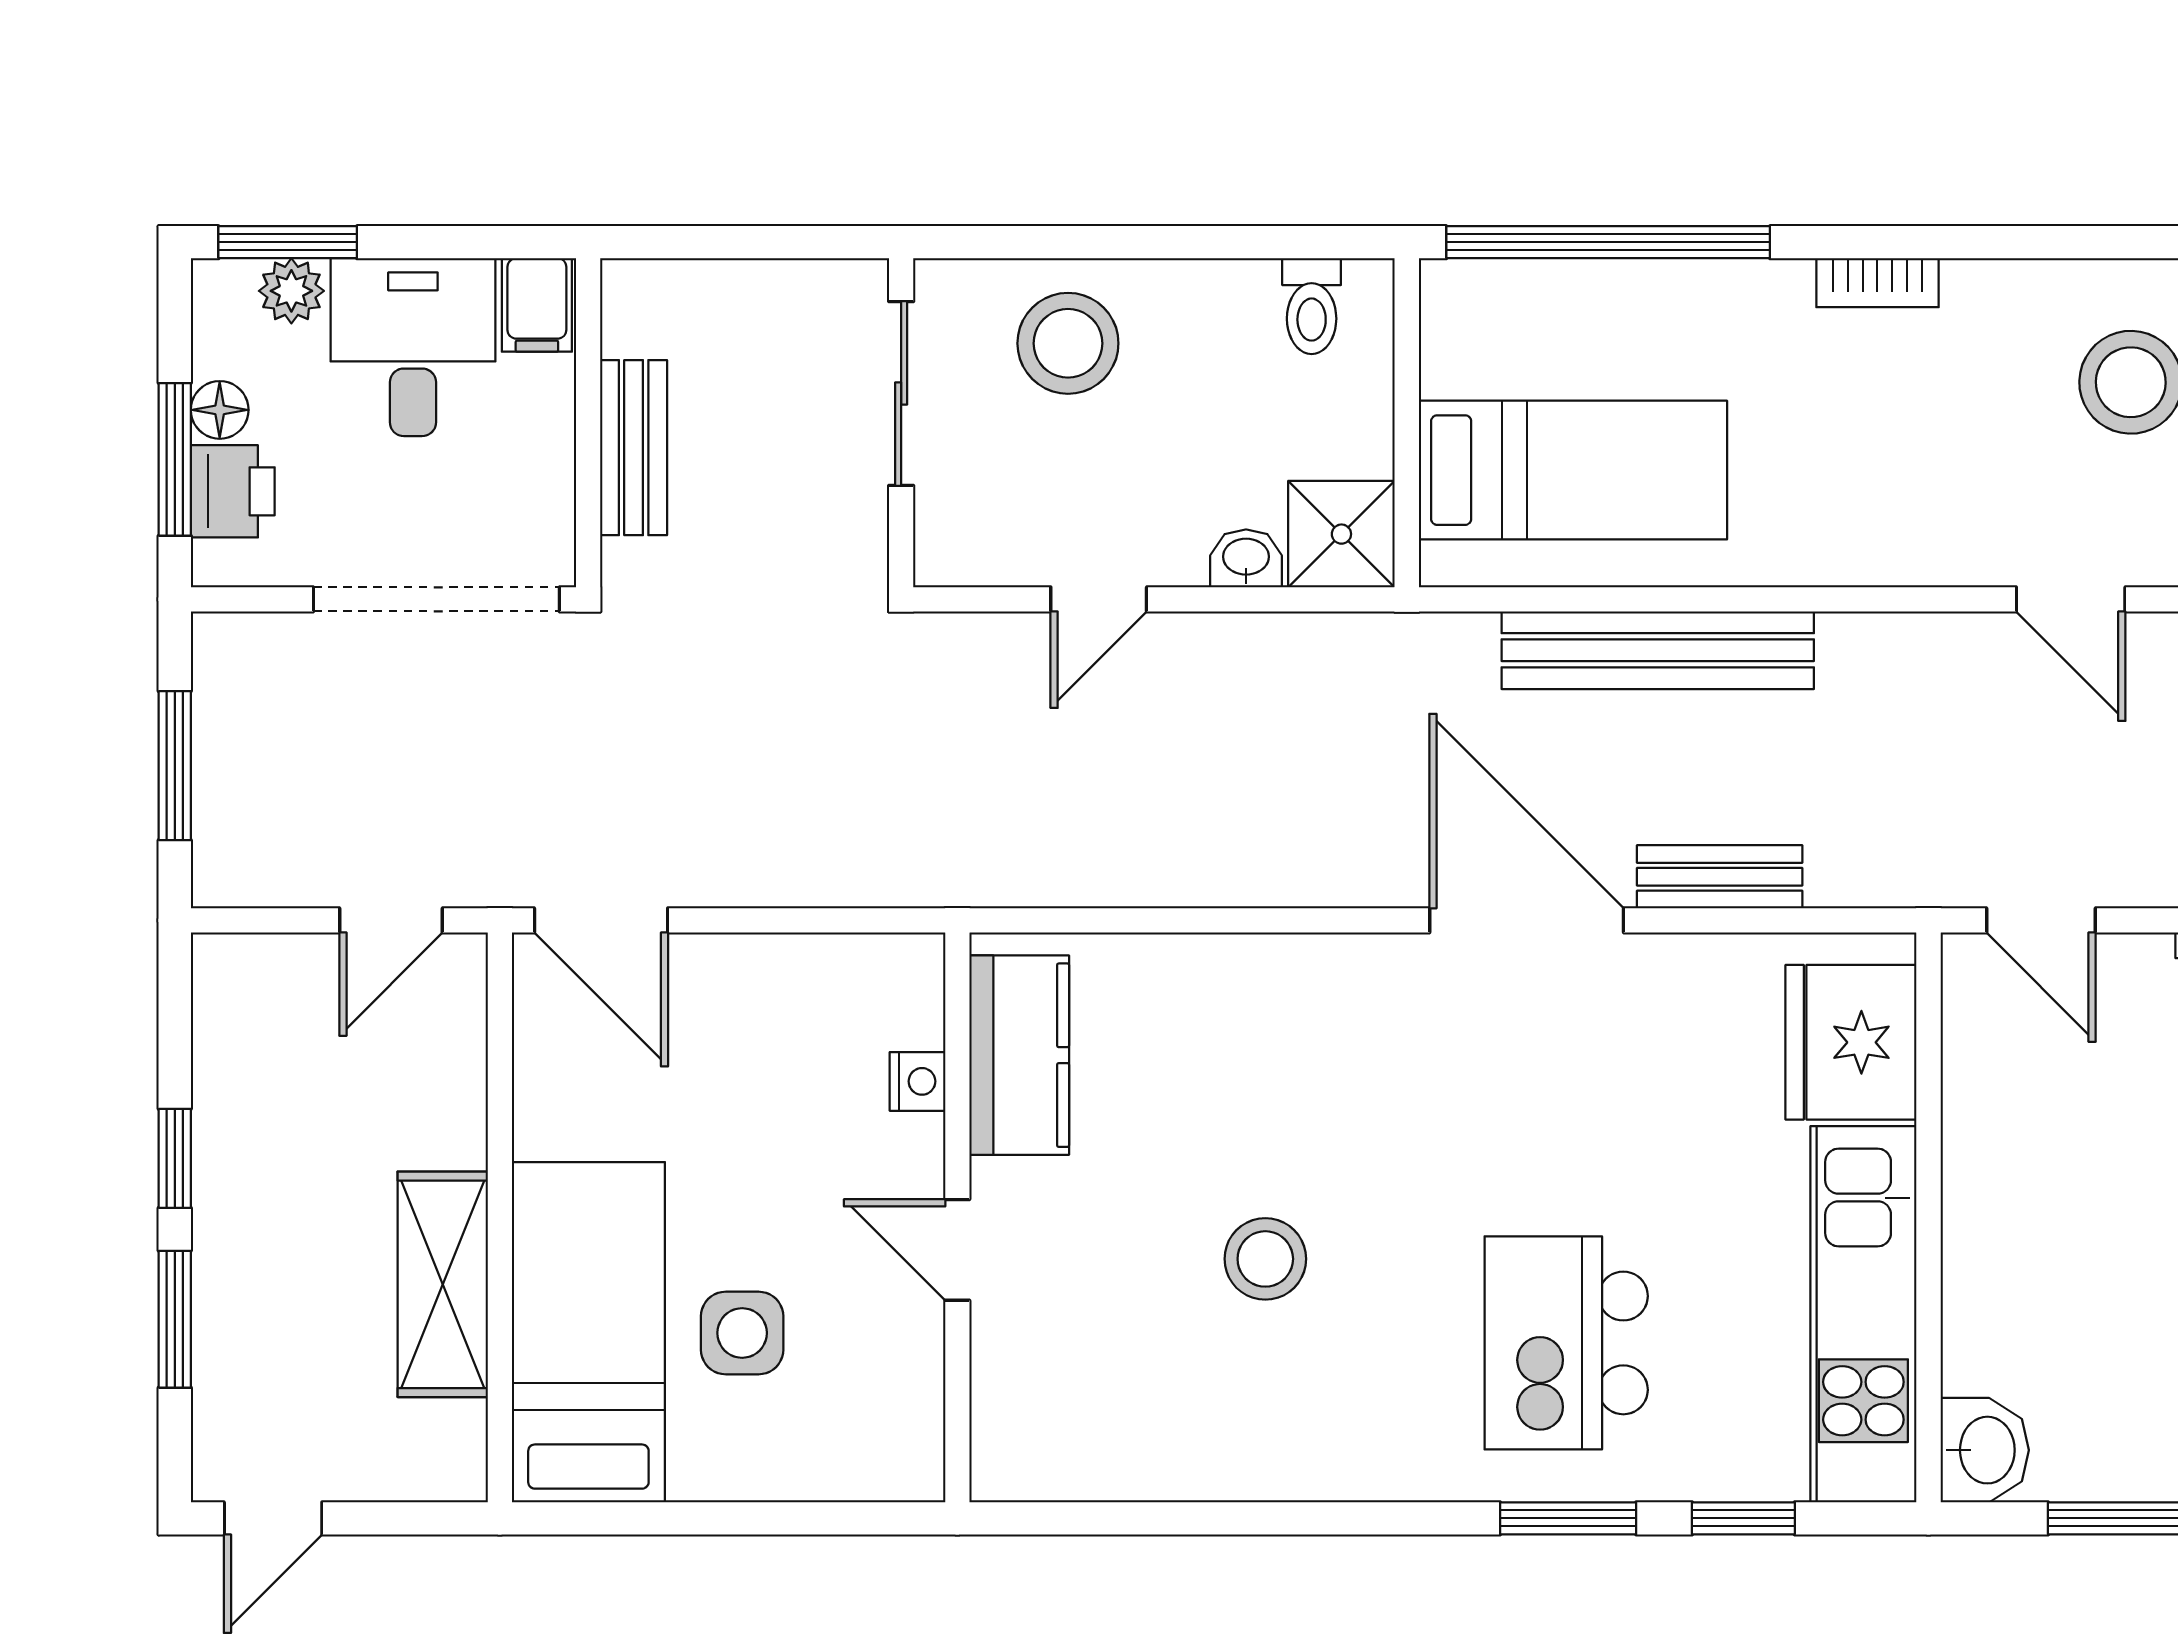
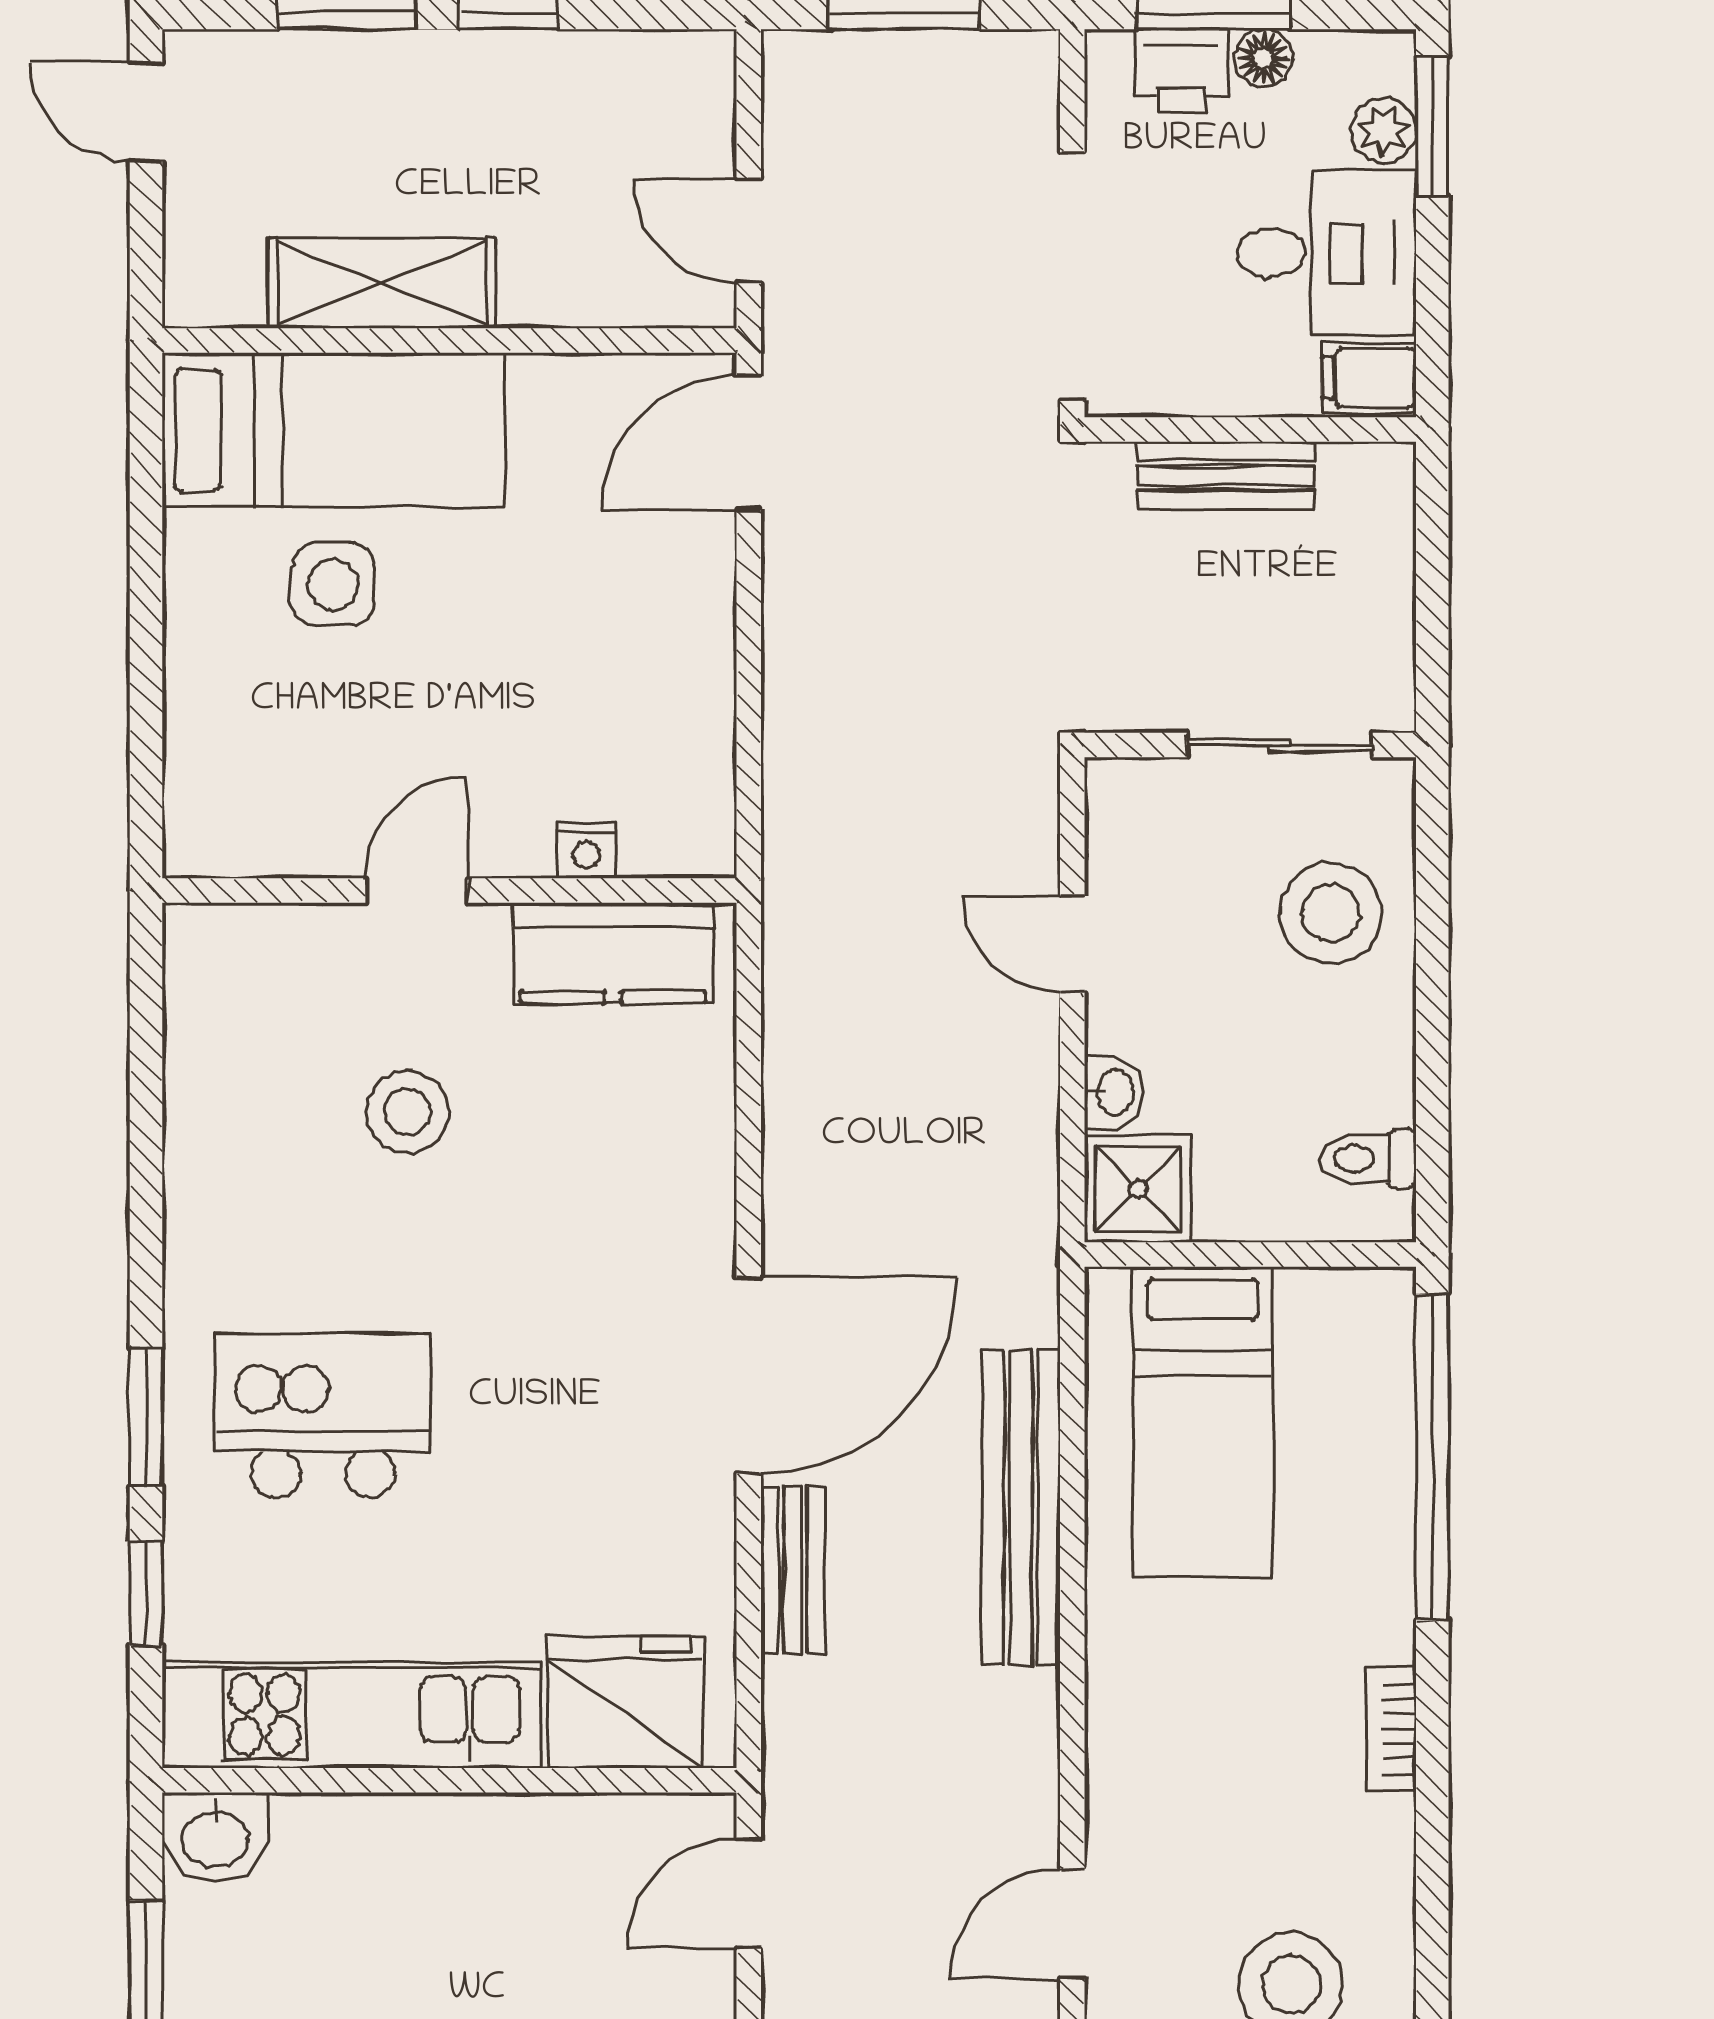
kitchen counter: (1019, 1055) -> (613, 953), moved
nightstand: (917, 1081) -> (586, 850), moved
wall: (957, 1217) -> (449, 891), moved
door: (957, 1250) -> (417, 891), moved

